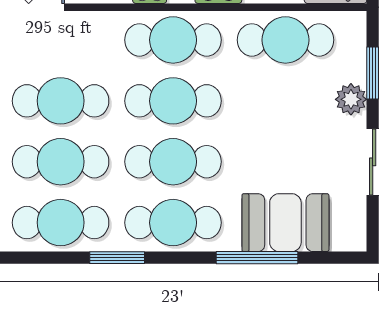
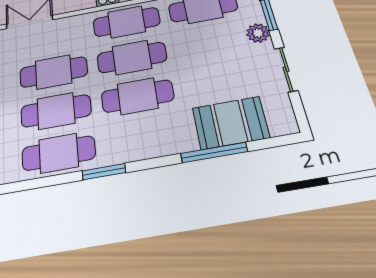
cafe table: (173, 223) -> (144, 138), removed

